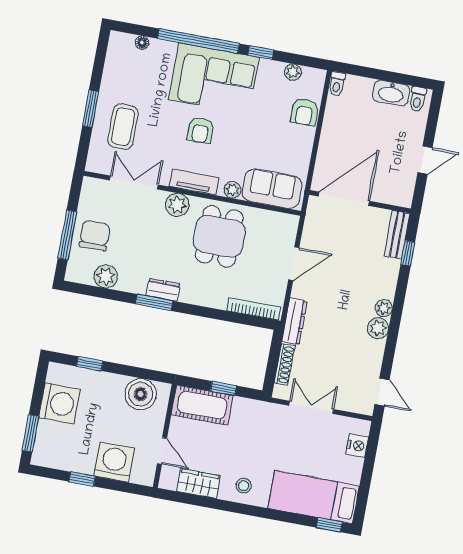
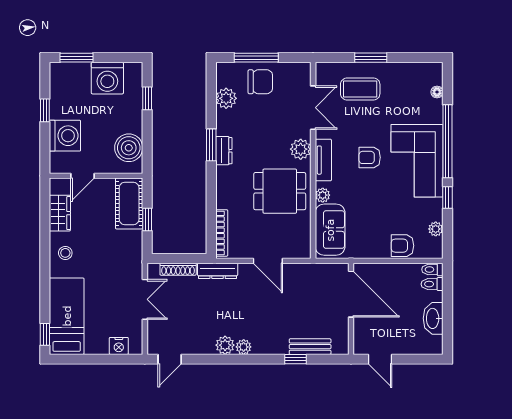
toilet: (417, 99) -> (432, 284), moved
door: (344, 199) -> (351, 294), moved
wall: (360, 202) -> (351, 309), moved

